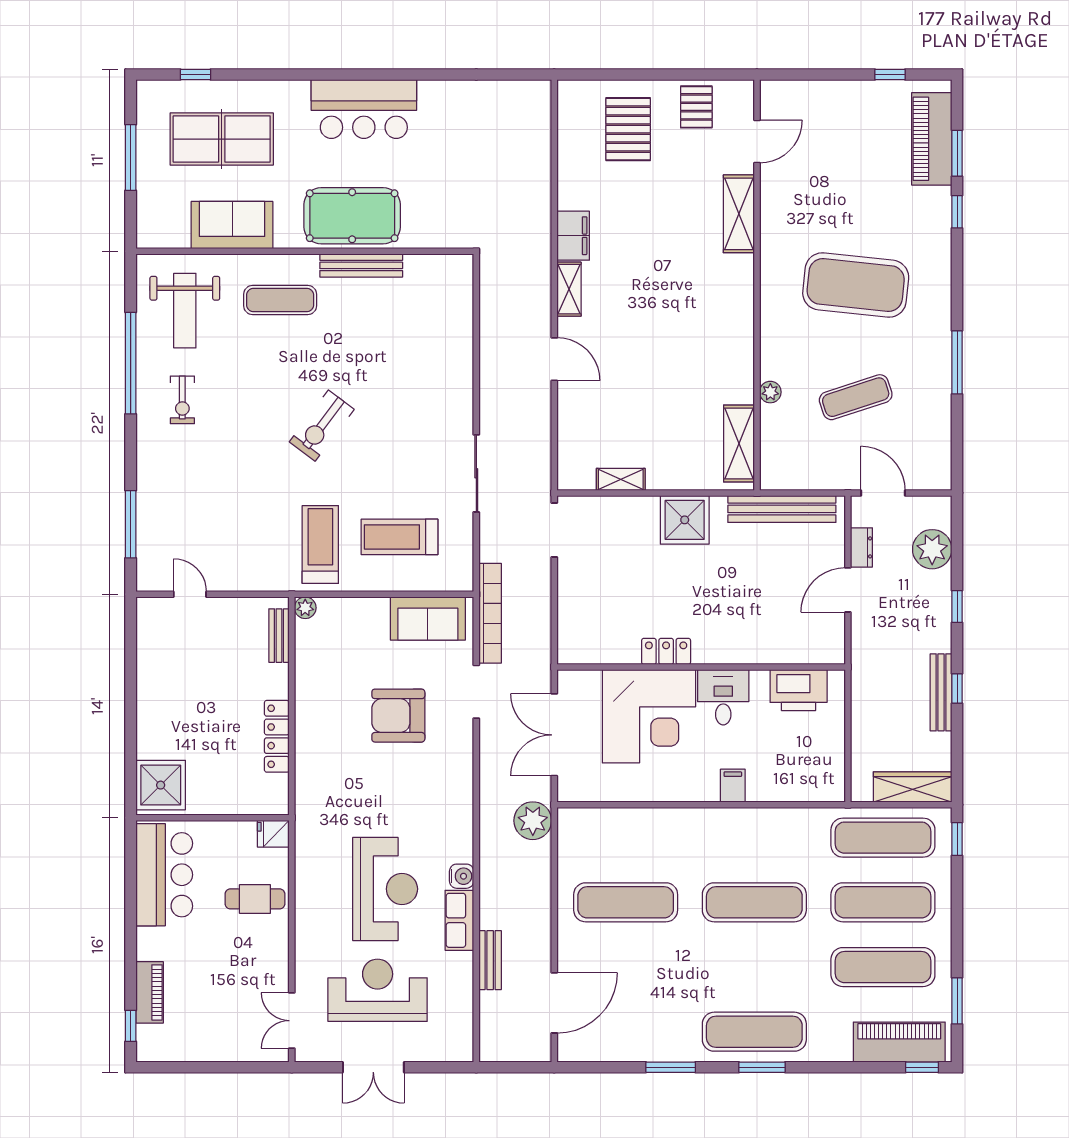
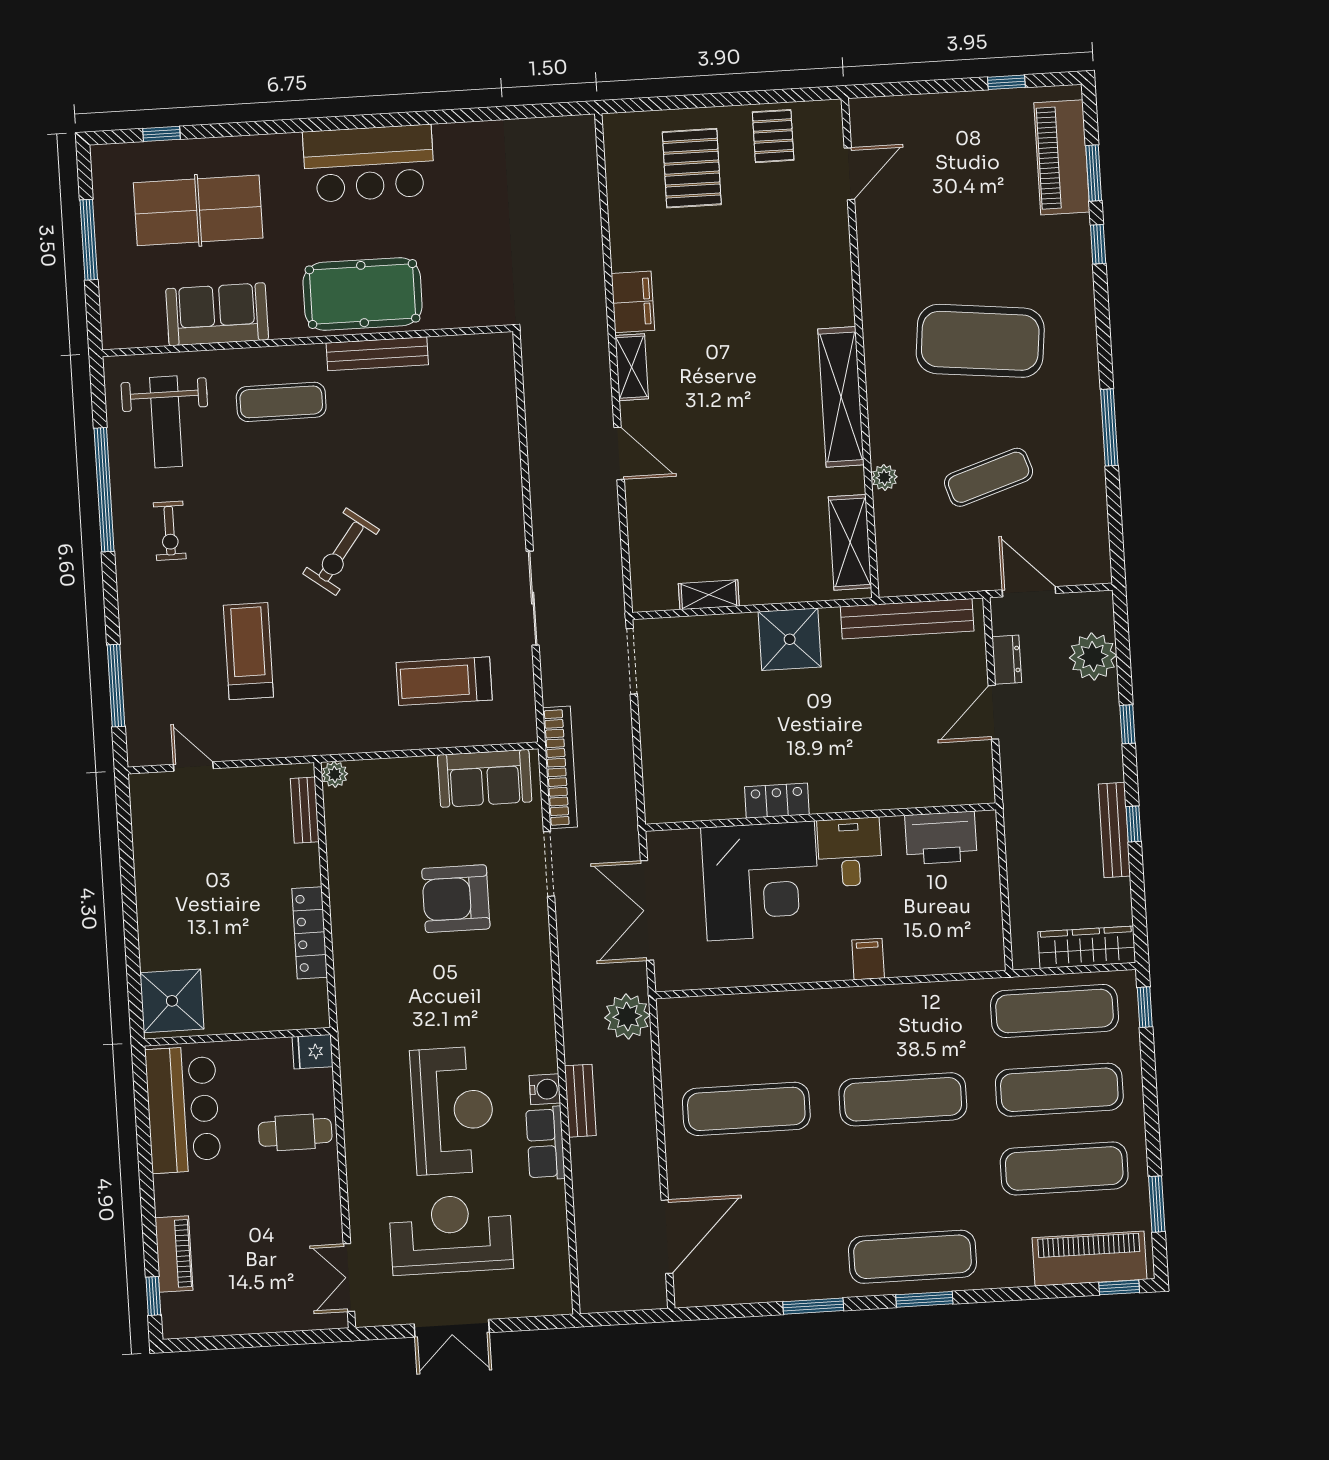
shelving: (739, 214) -> (841, 397), moved, width x1.47
treadmill: (320, 545) -> (248, 651), moved
bench: (490, 960) -> (580, 1101), moved

